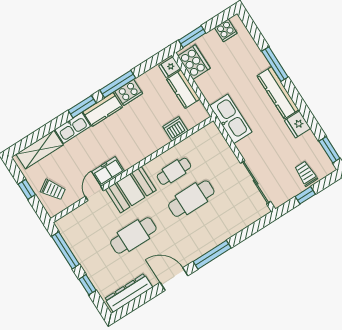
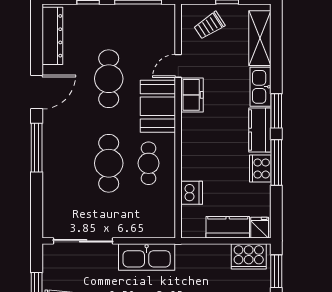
kitchen sink: (231, 119) -> (147, 257), moved
door: (94, 194) -> (178, 66), swing flipped

